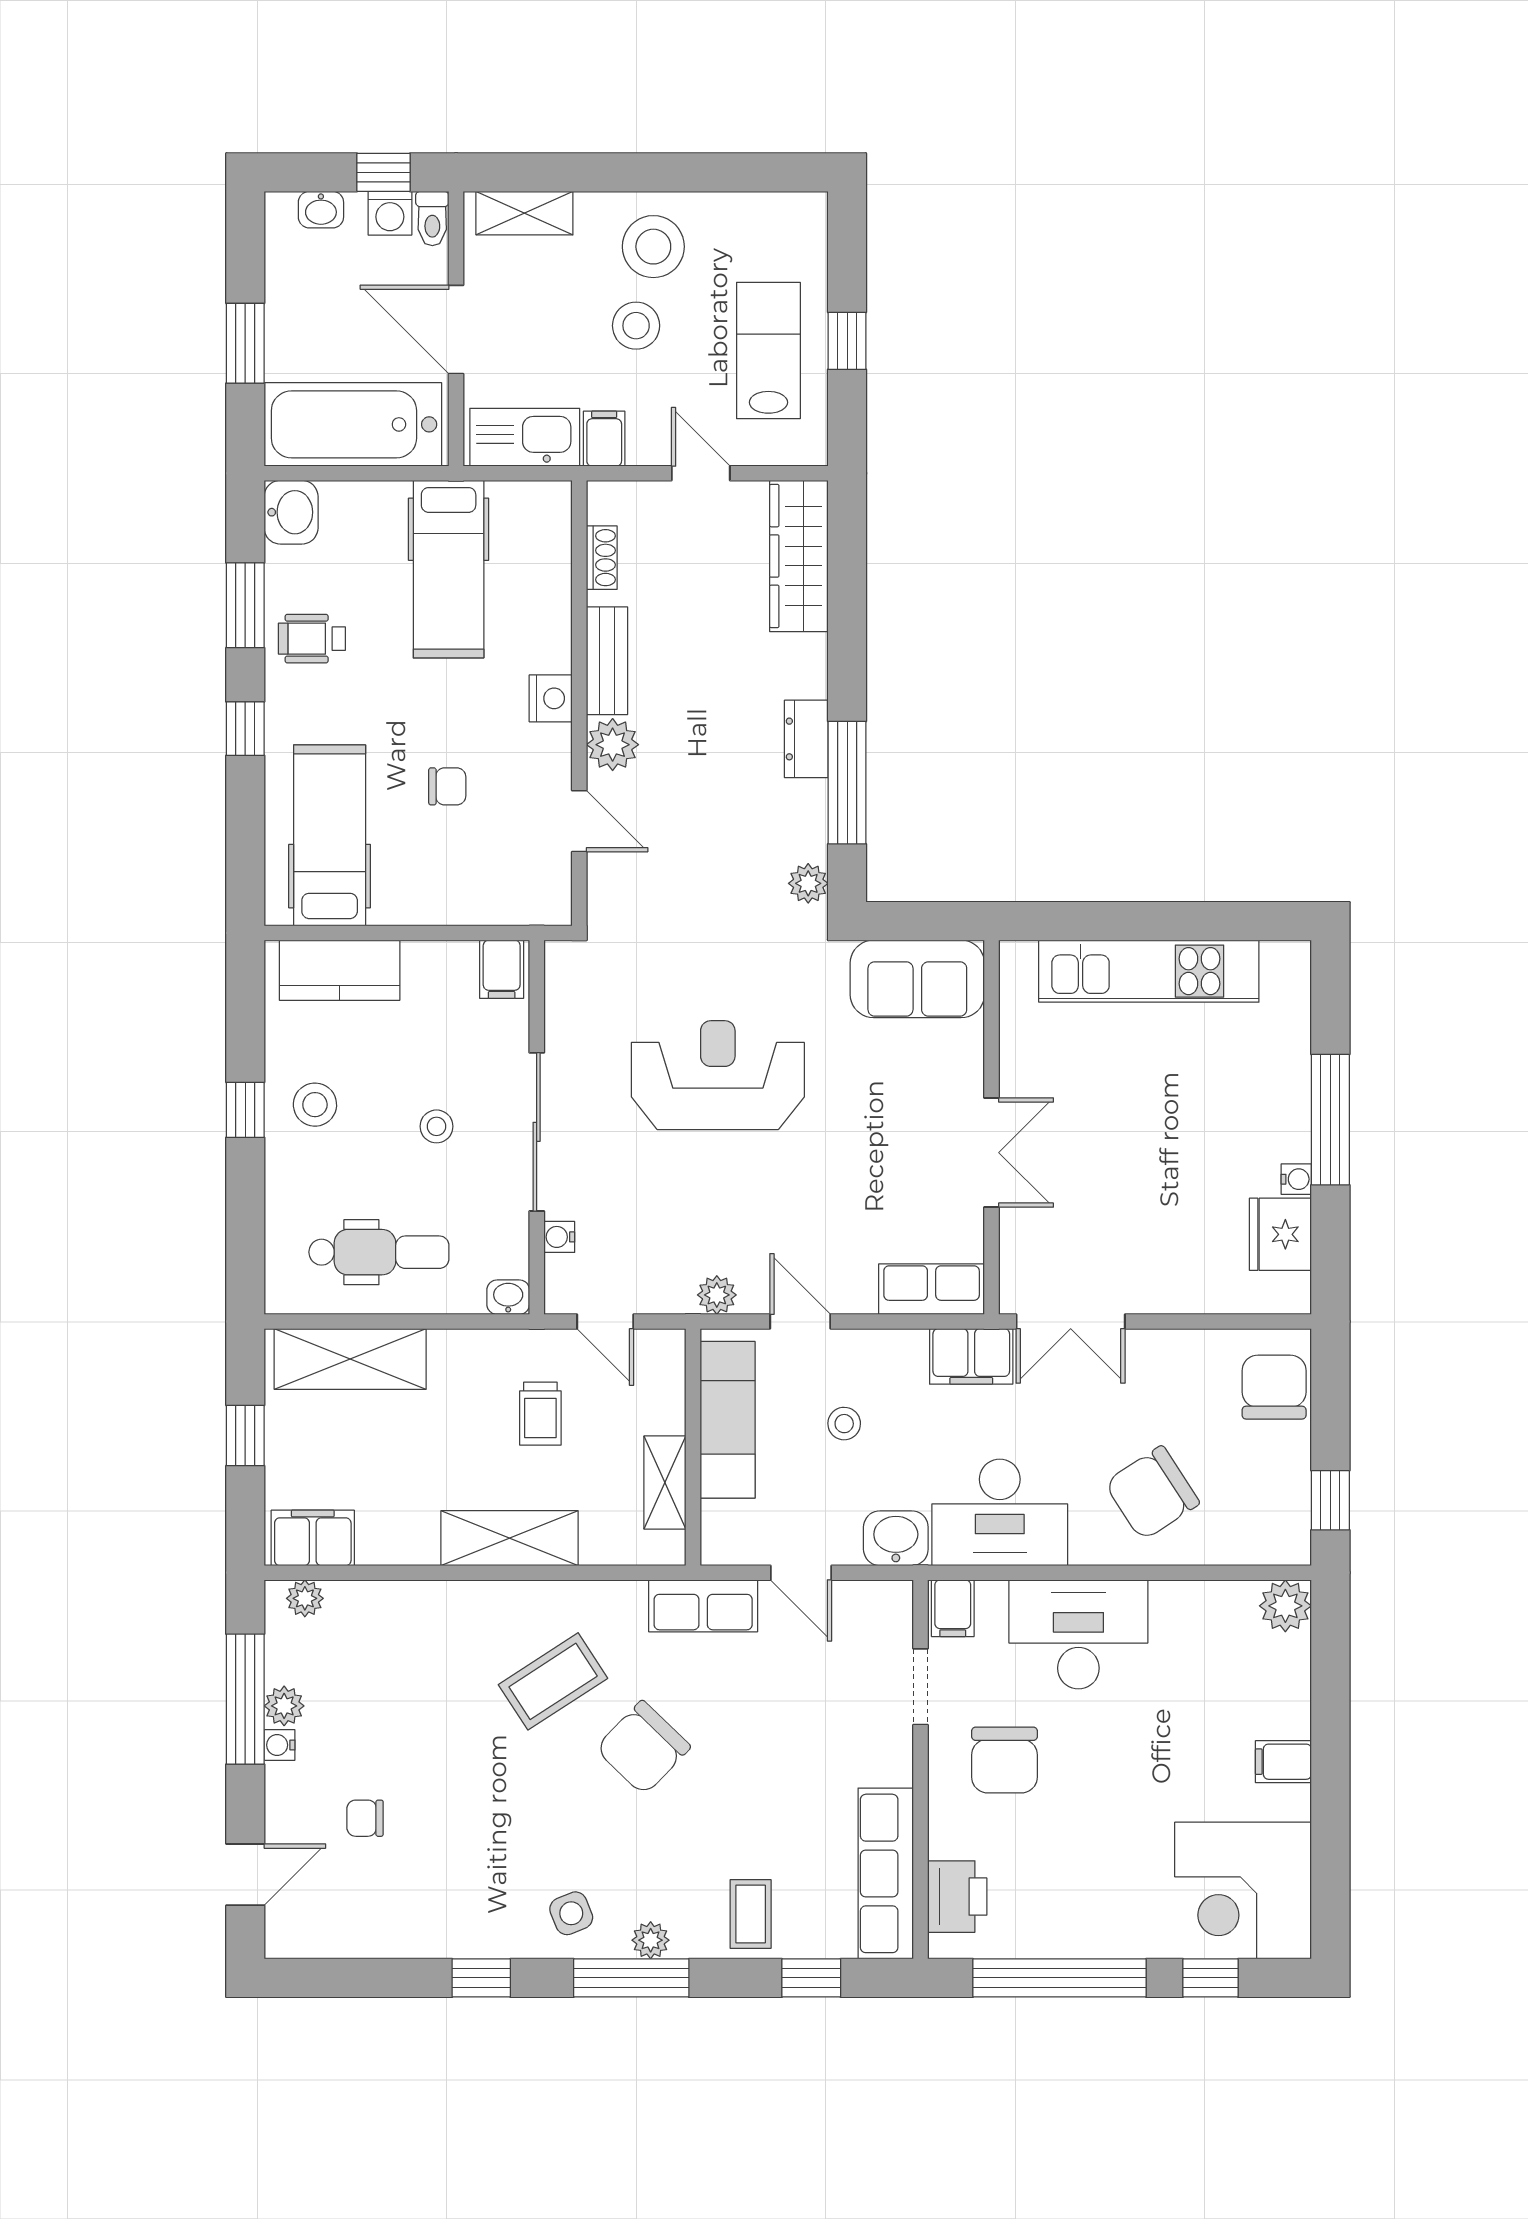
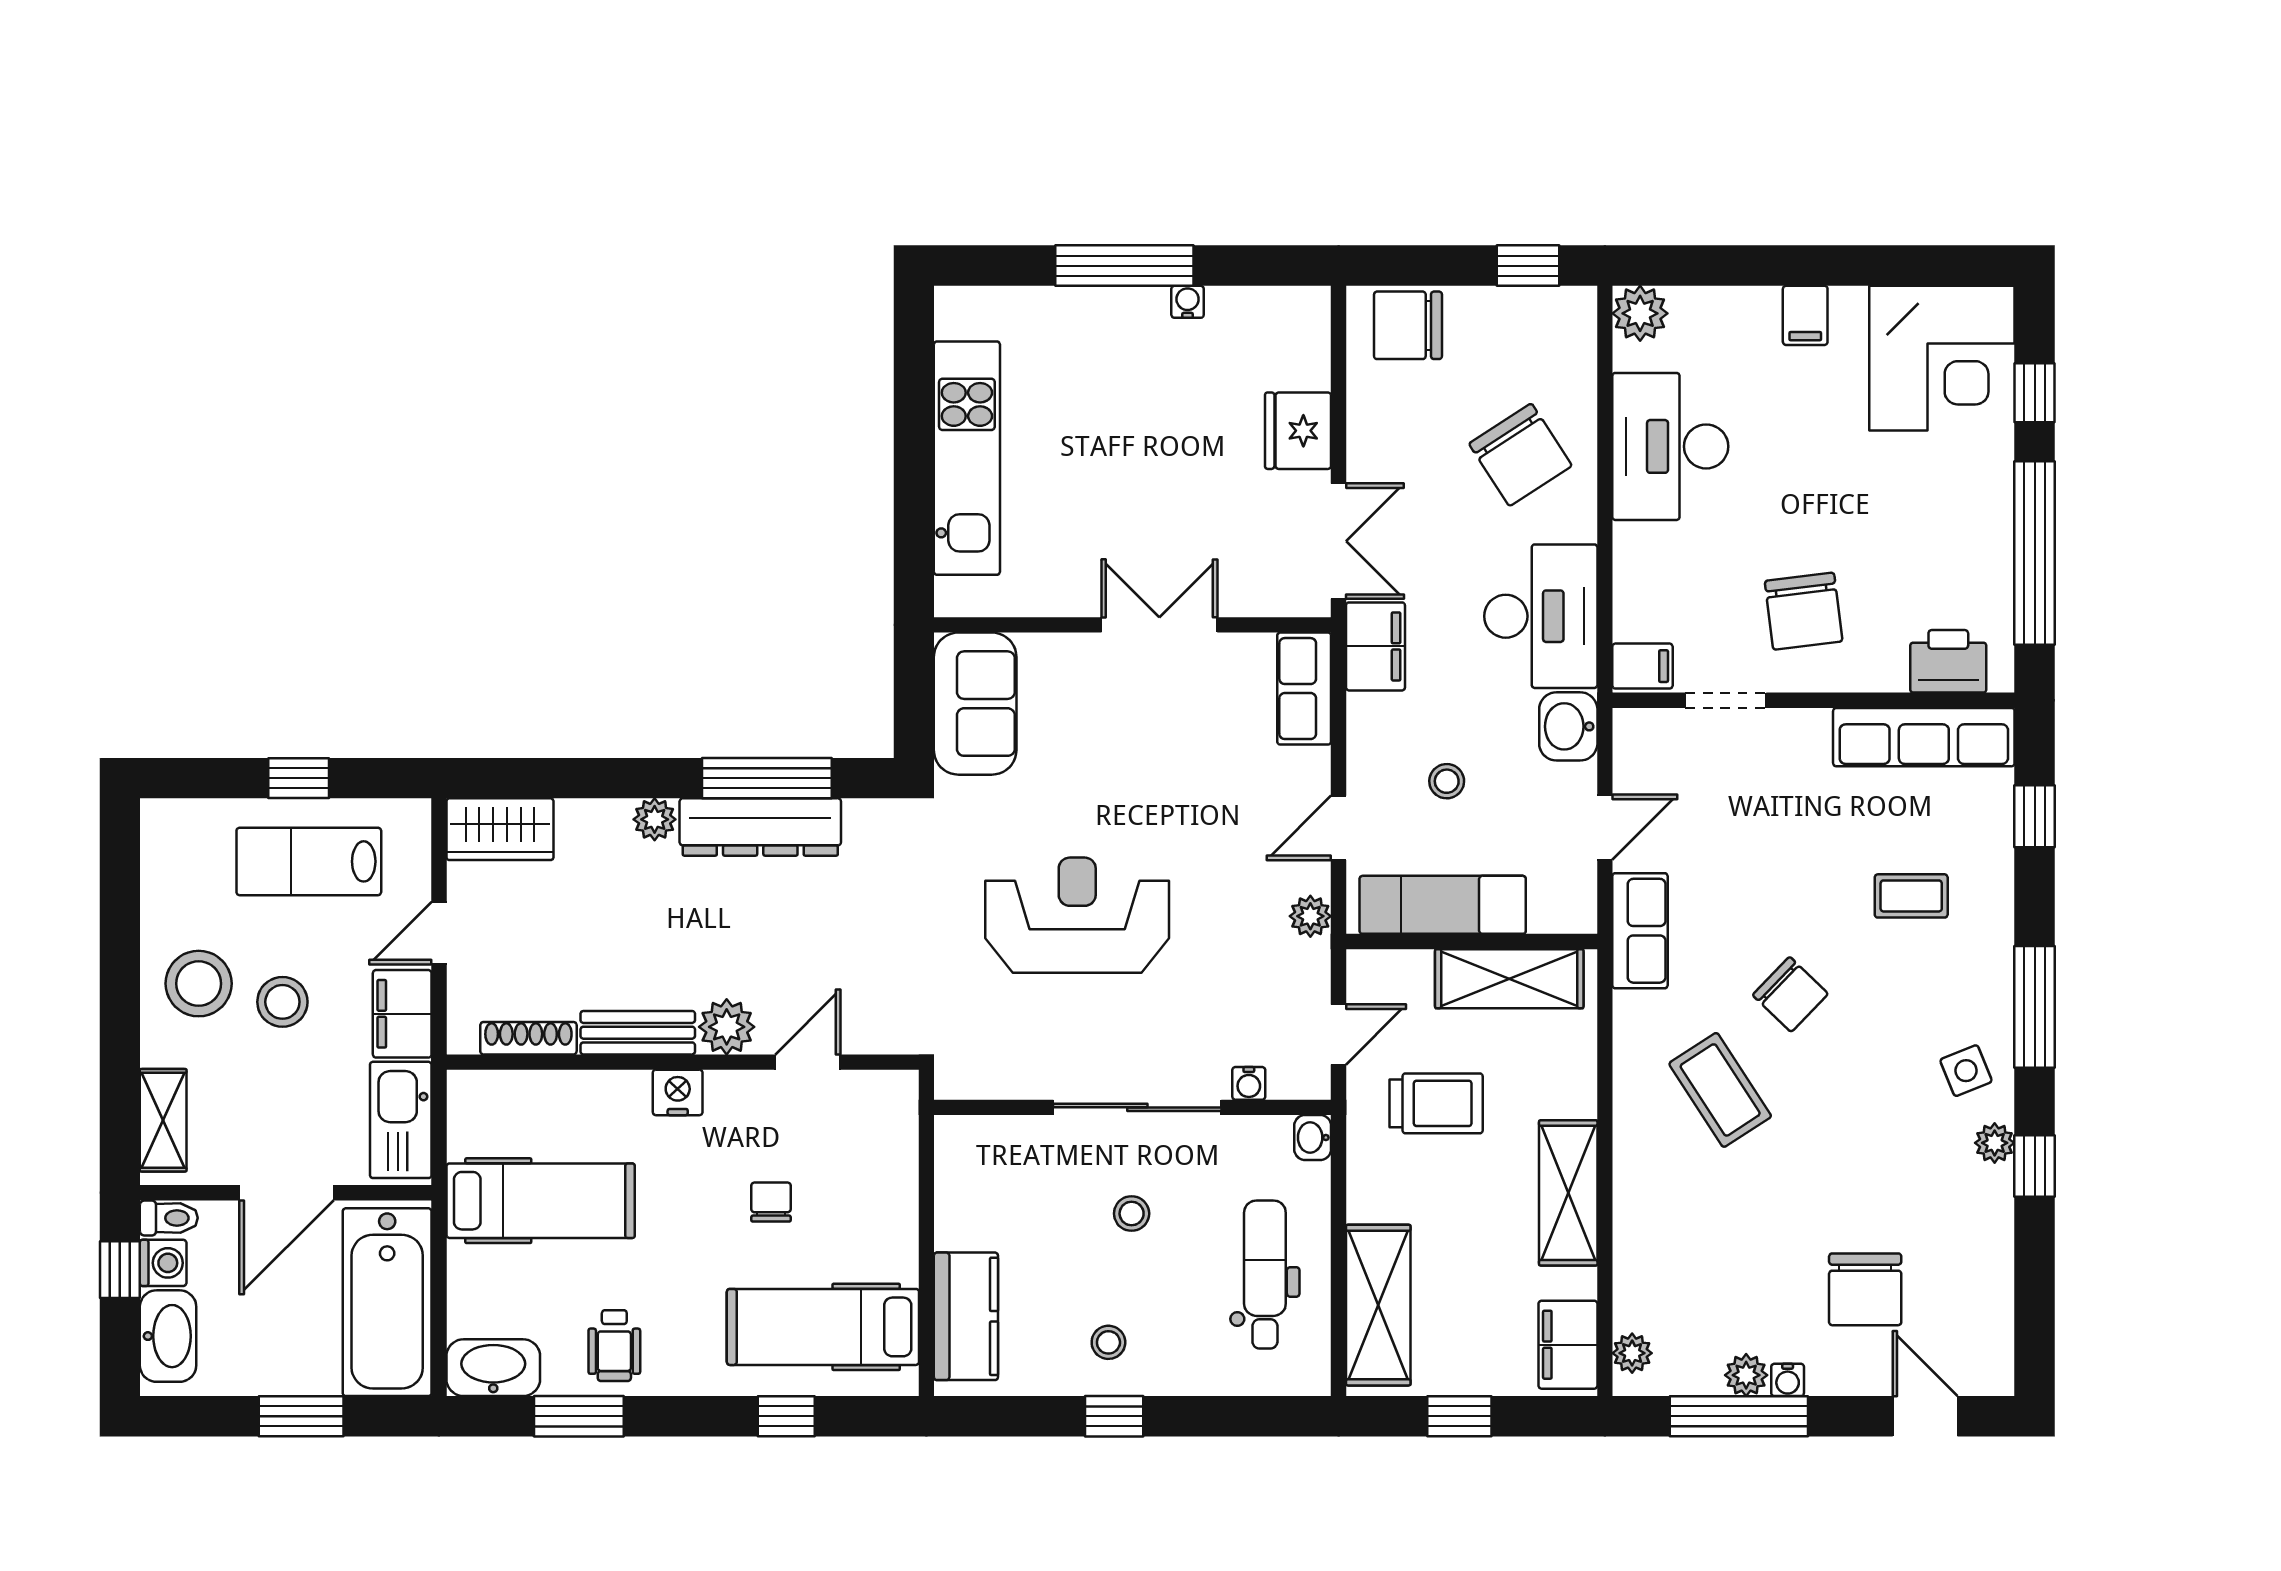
washbasin: (321, 210) -> (168, 1336), width x1.91, depth x1.45
filing cabinet: (604, 439) -> (402, 1014), width x2.00
washbasin: (291, 512) -> (493, 1368), width x1.38
wardrobe: (799, 556) -> (500, 829), width x0.67
shoe rack: (602, 558) -> (528, 1038), width x1.43
window: (245, 729) -> (786, 1416), moved
dresser: (806, 739) -> (760, 827), width x1.96, depth x1.24
plant: (808, 883) -> (655, 819), moved
filing cabinet: (502, 969) -> (965, 1144), removed
reception desk: (718, 1075) -> (1077, 915), turned 90
stool: (315, 1105) -> (1108, 1342), width x0.73, depth x0.73
fridge: (1280, 1234) -> (1298, 431), moved, turned 90
trolley: (540, 1414) -> (1436, 1103), width x1.36, depth x1.39
shelving: (665, 1483) -> (1509, 979), width x1.50, depth x1.33
shelving: (510, 1538) -> (1568, 1193), moved
desk: (1078, 1634) -> (1670, 446), moved
chair: (643, 1748) -> (1790, 994), width x0.73, depth x0.73
chair: (1005, 1760) -> (1804, 611), turned 83
chair: (365, 1818) -> (1865, 1289), width x1.87, depth x1.87
coffee table: (751, 1914) -> (1911, 896), moved
plant: (651, 1940) -> (1995, 1143), moved

